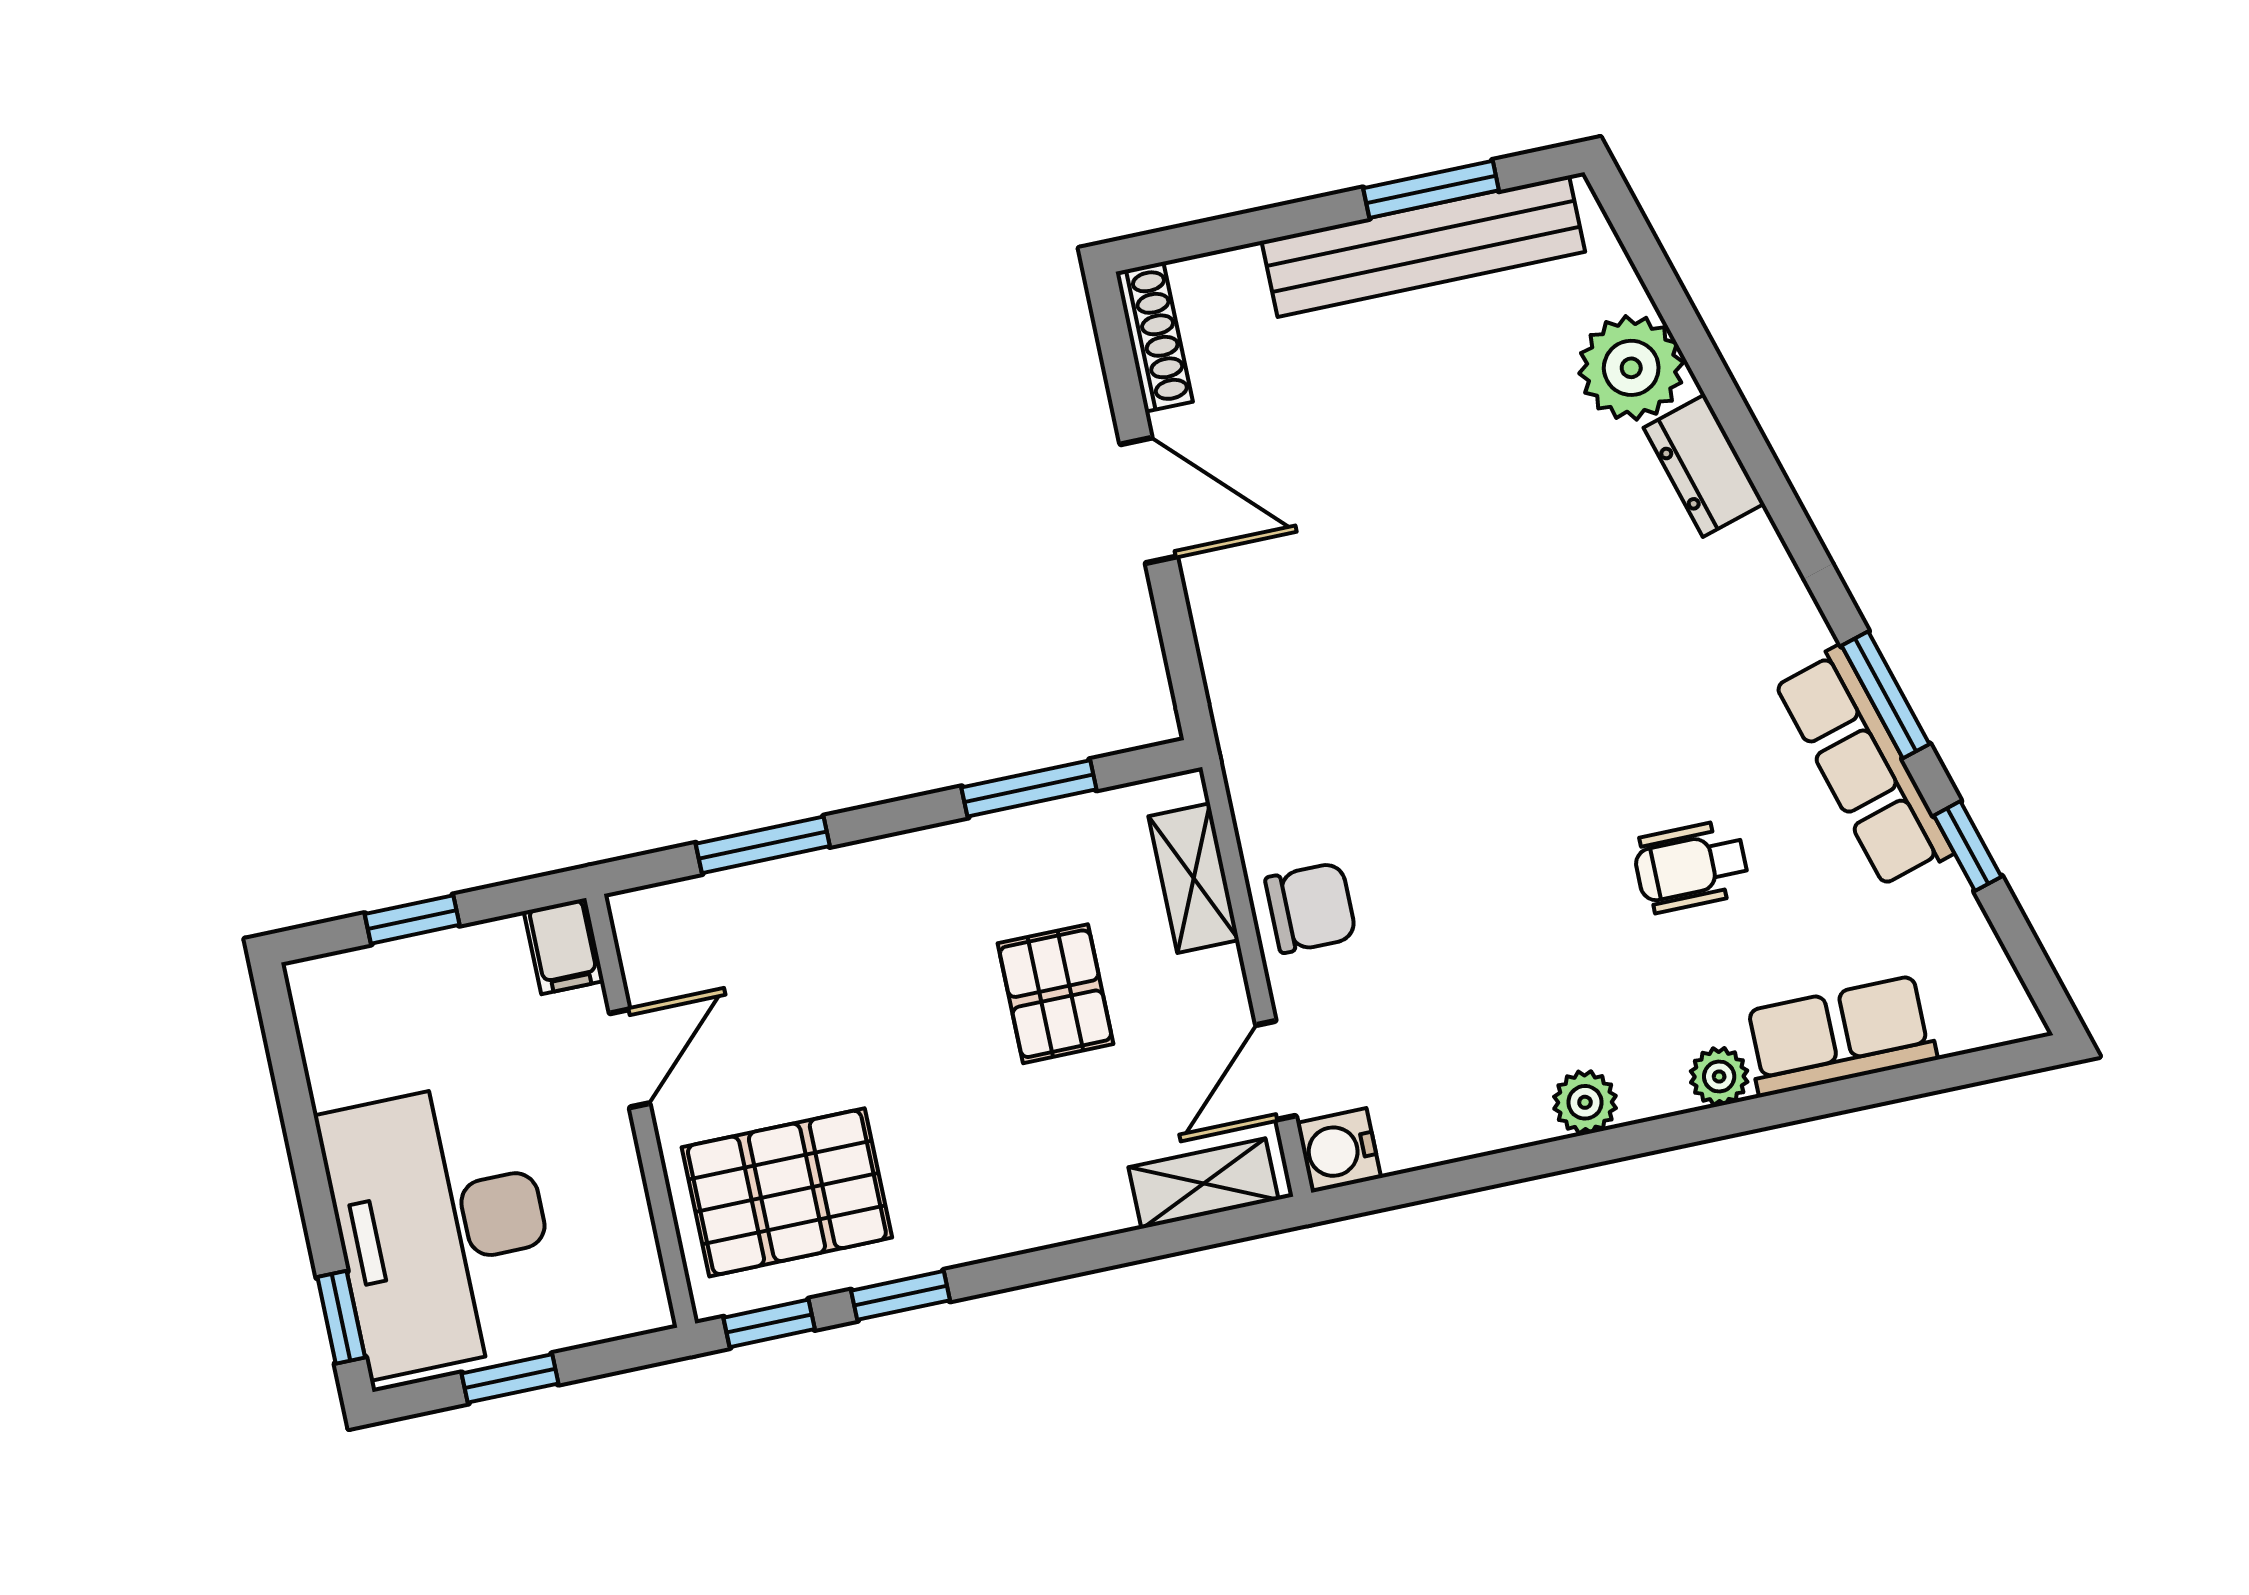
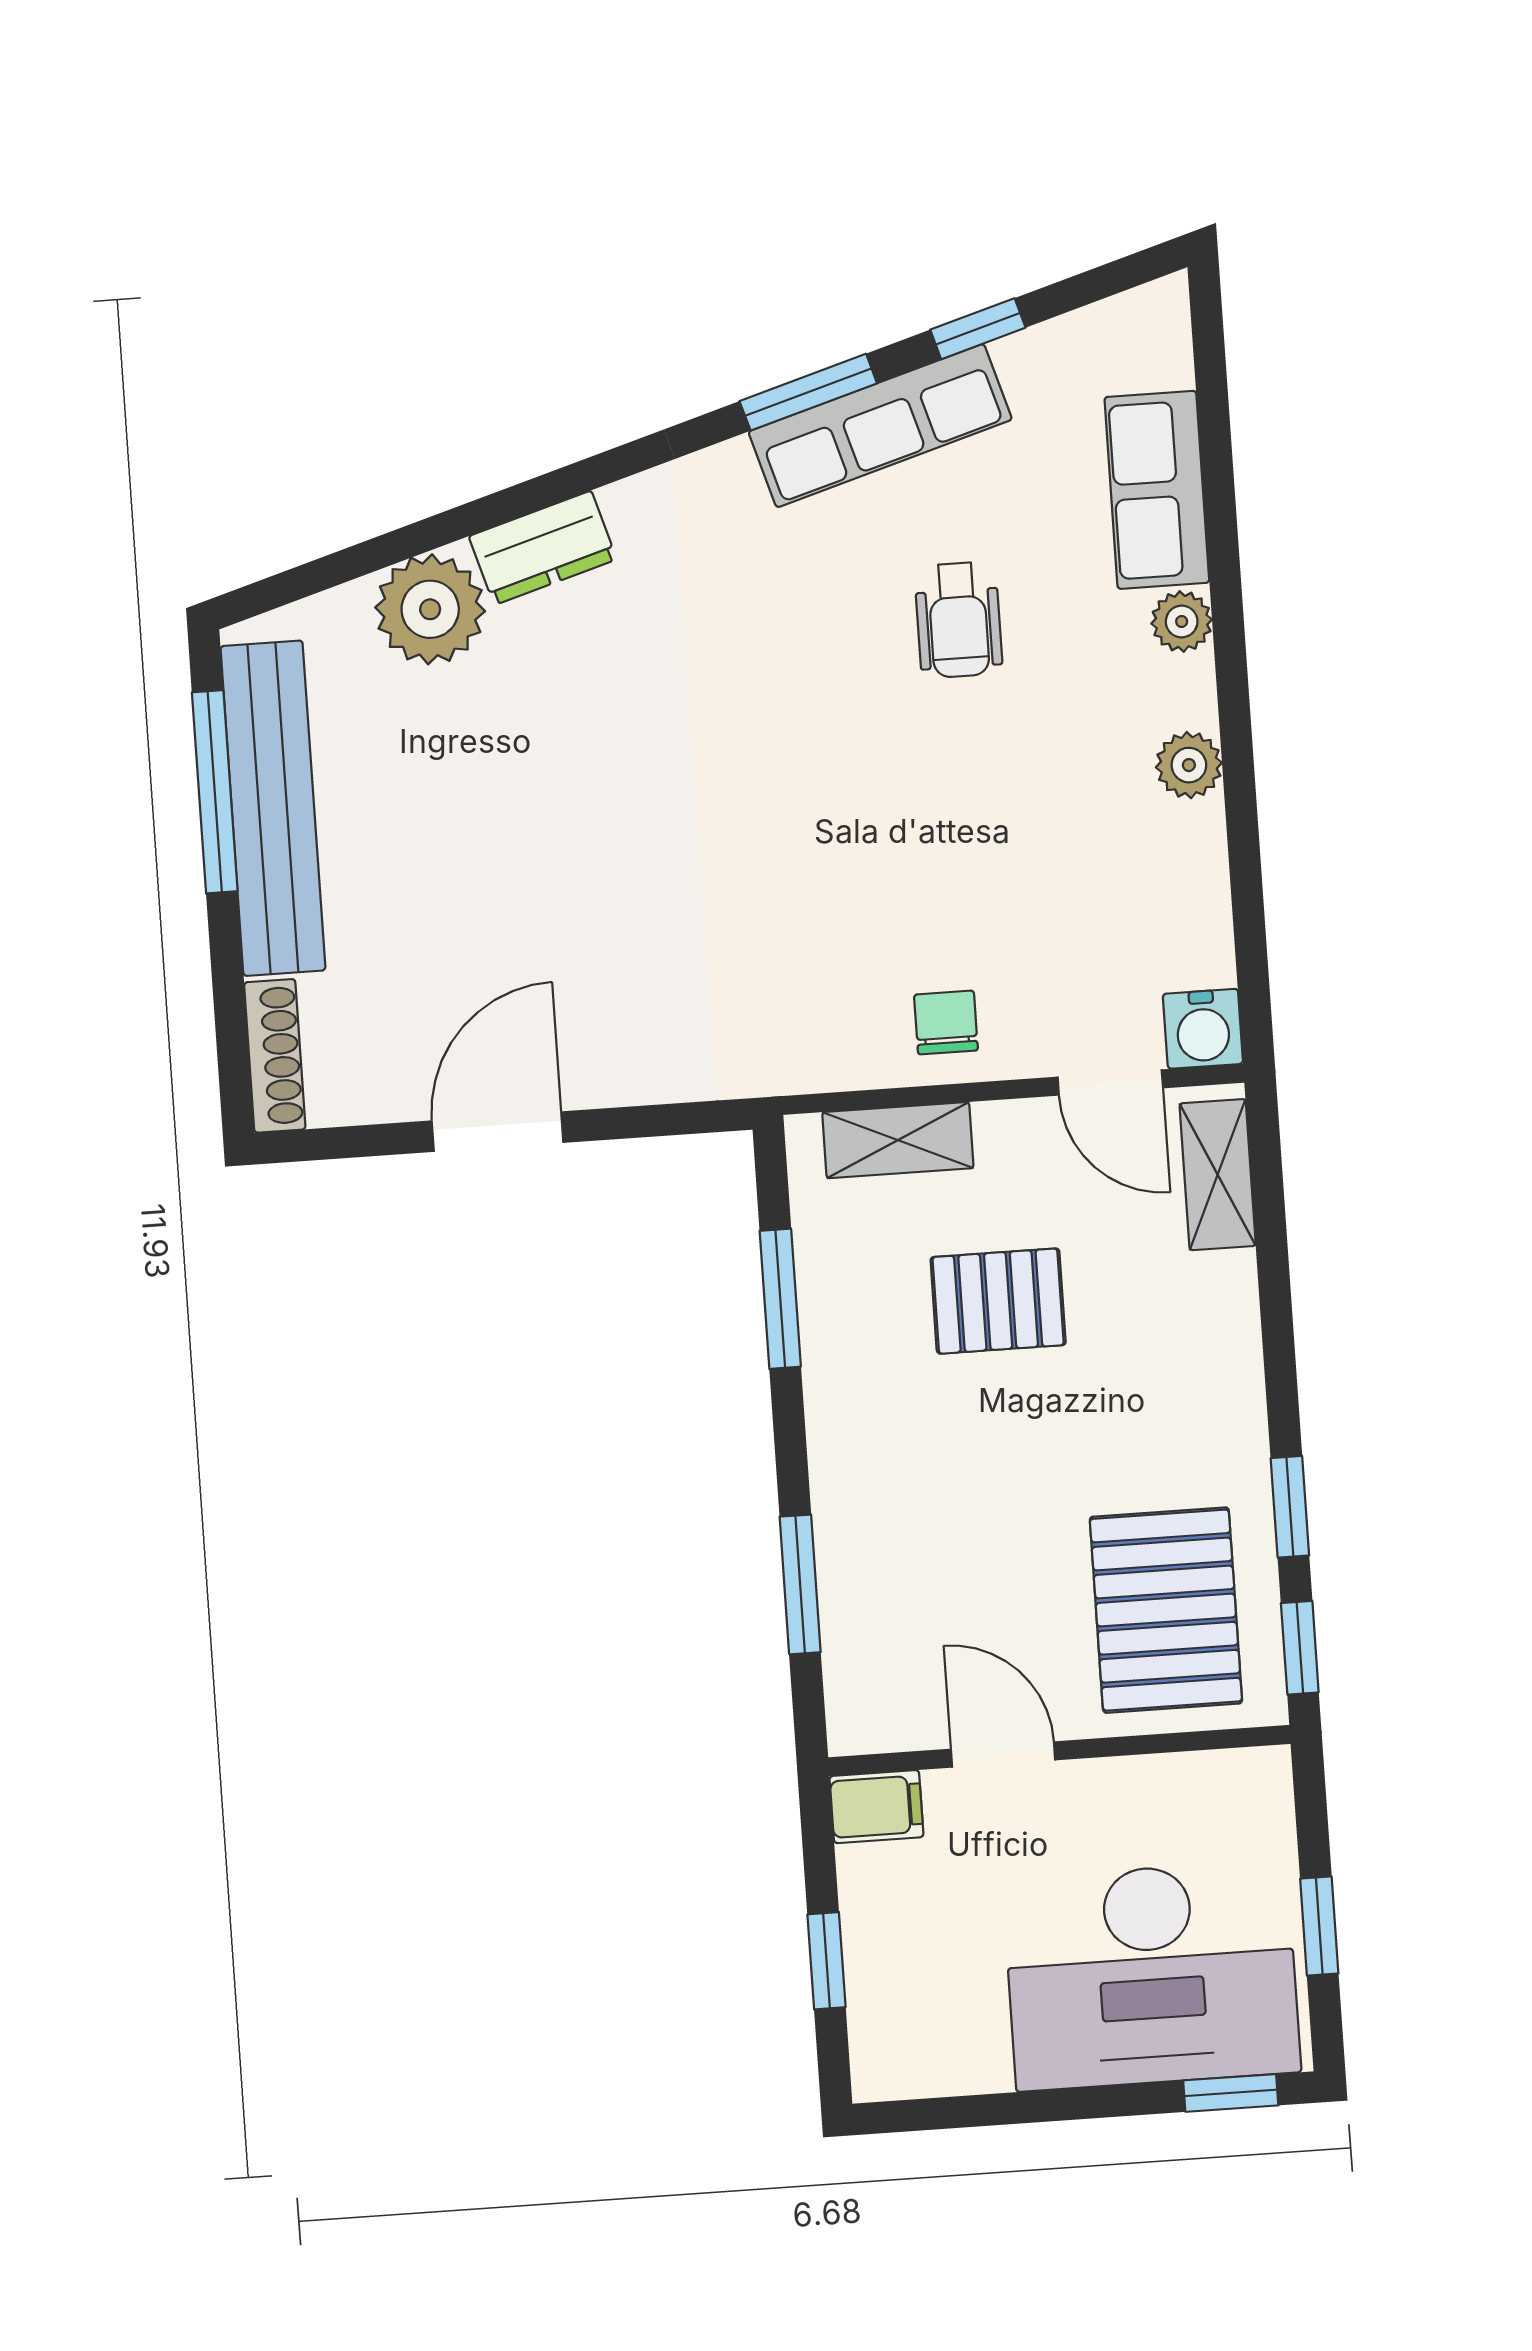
window: (1431, 189) -> (215, 792), width x1.44
shoe rack: (1154, 337) -> (275, 1056), moved, turned 90
chair: (1311, 908) -> (946, 1022), width x0.73, depth x0.73

